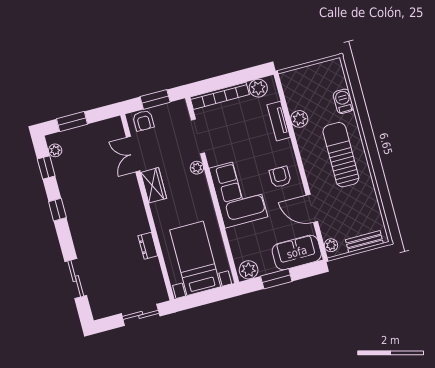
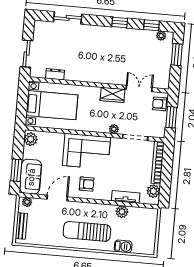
sun lounger: (341, 155) -> (87, 231), turned 180
dresser: (148, 246) -> (55, 74), moved
window: (276, 279) -> (16, 170), moved

